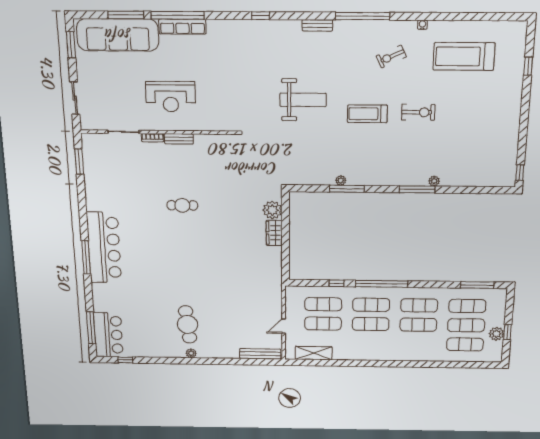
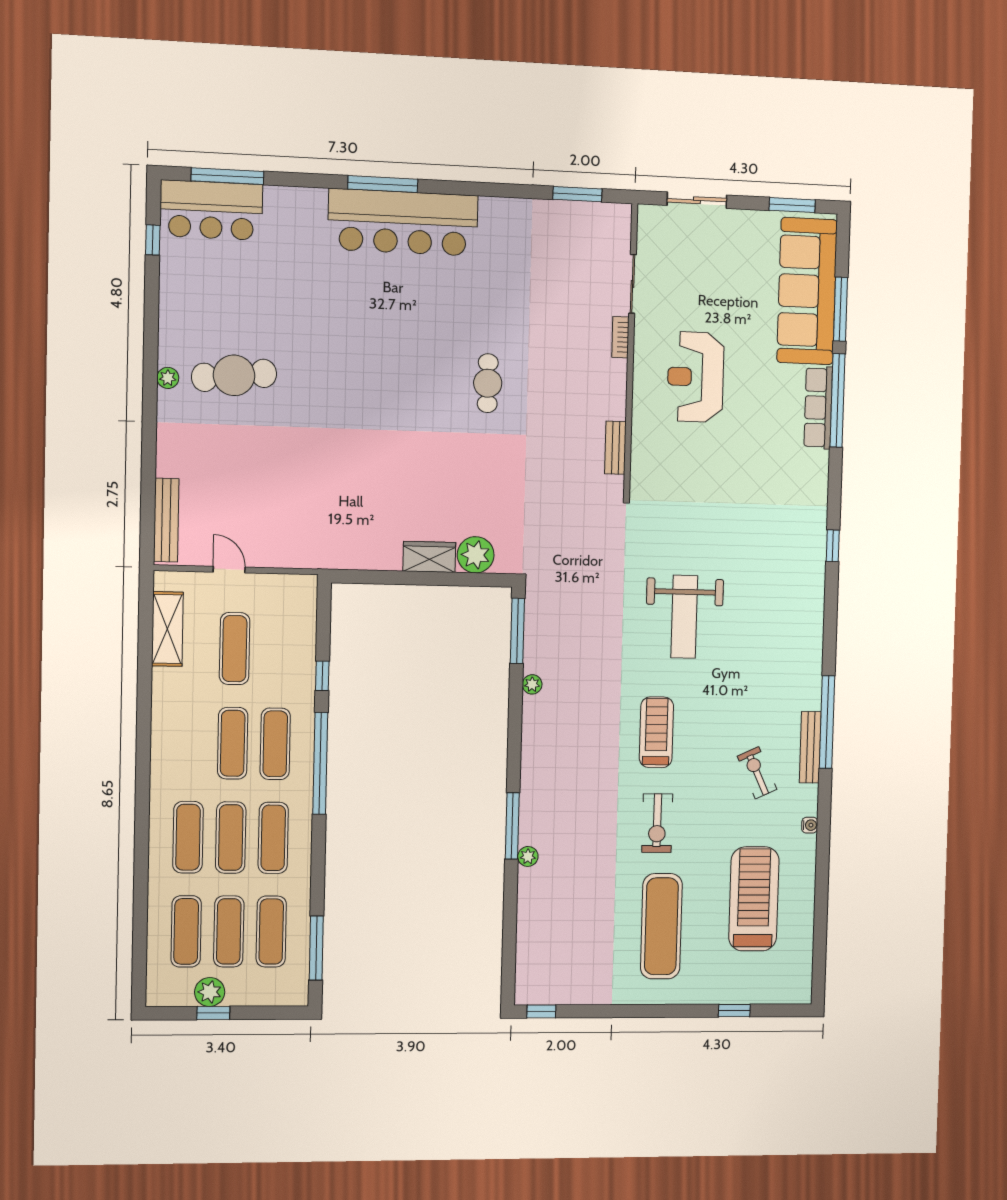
bench: (317, 25) -> (810, 747), moved, width x1.36
exercise mat: (477, 109) -> (661, 926), added
bench: (179, 139) -> (615, 448), moved
window: (347, 189) -> (517, 631), moved
exercise mat: (323, 304) -> (188, 837), moved

